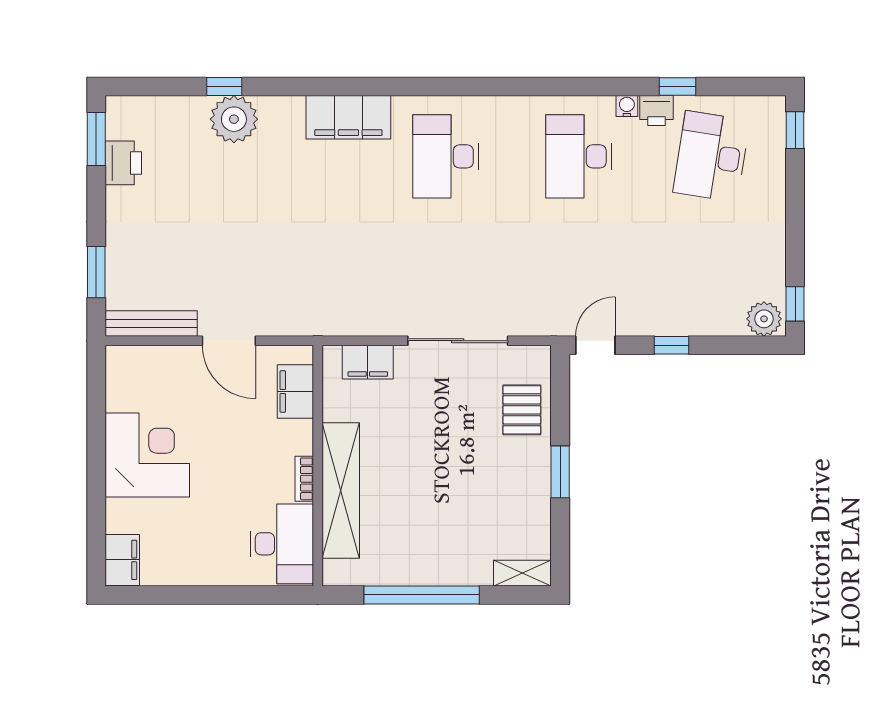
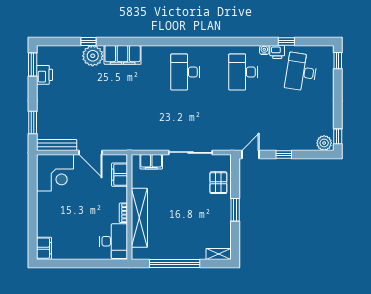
filing cabinet: (348, 117) -> (123, 55), moved
corner desk: (147, 455) -> (55, 173), moved, turned 90

